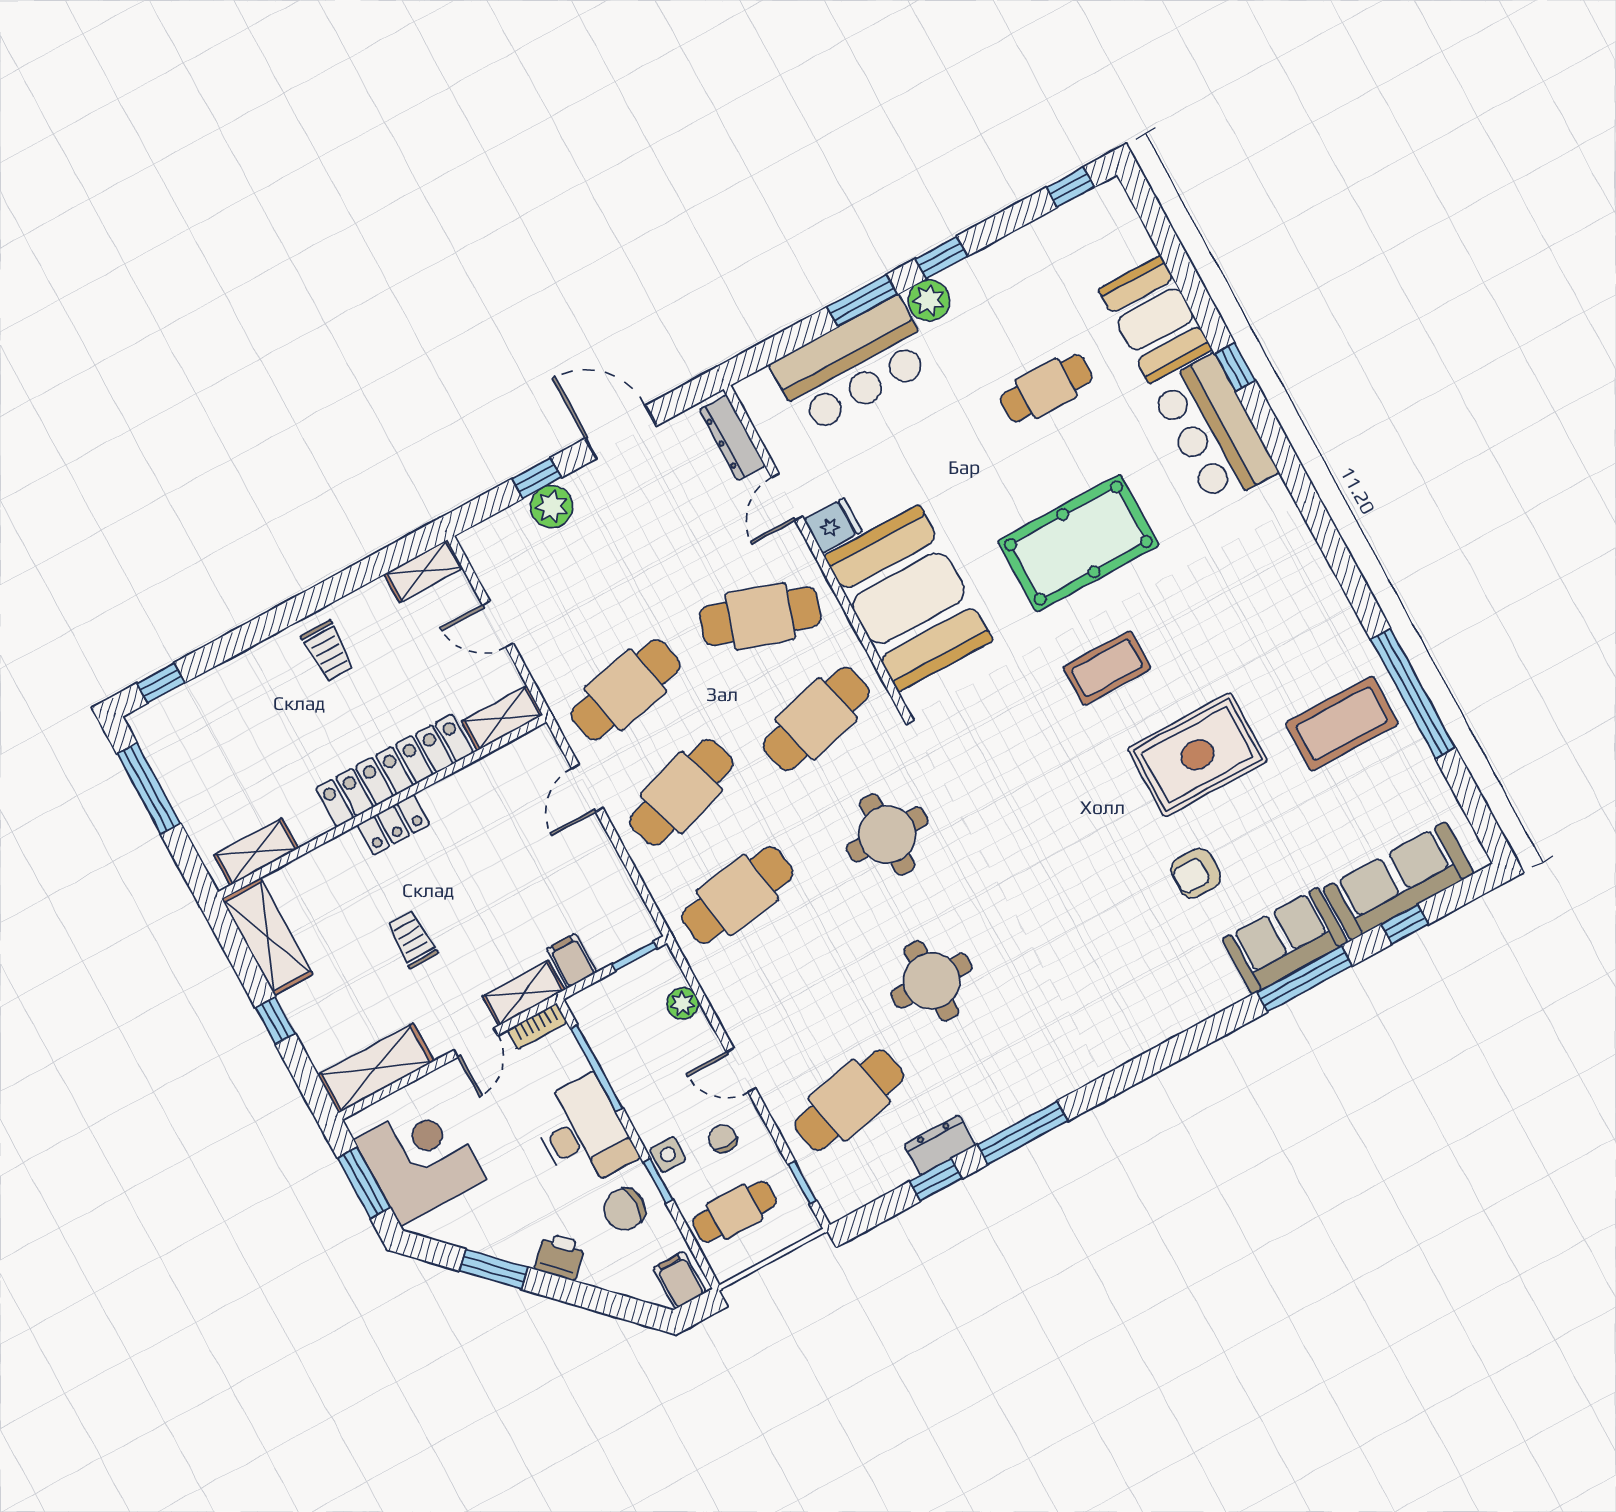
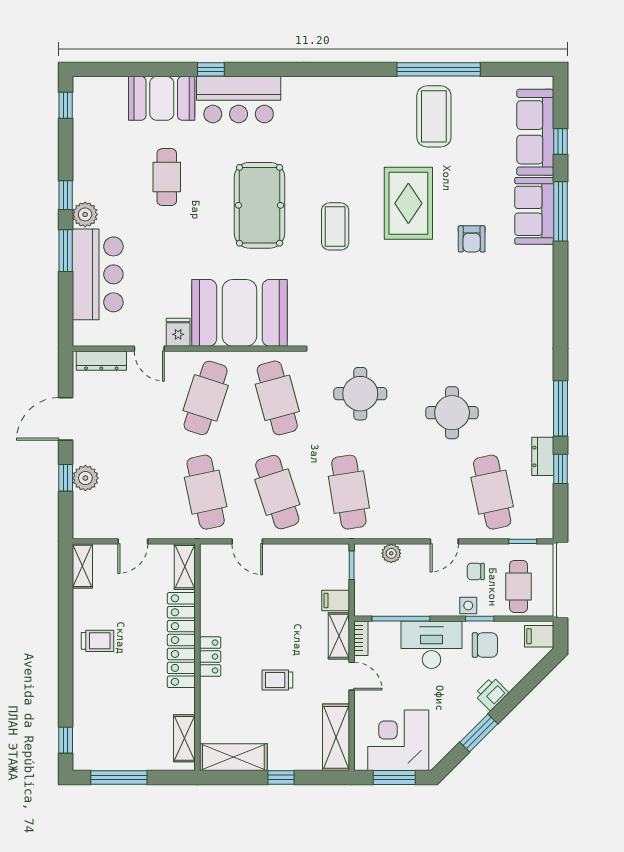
chair: (624, 1209) -> (485, 645), turned -90

